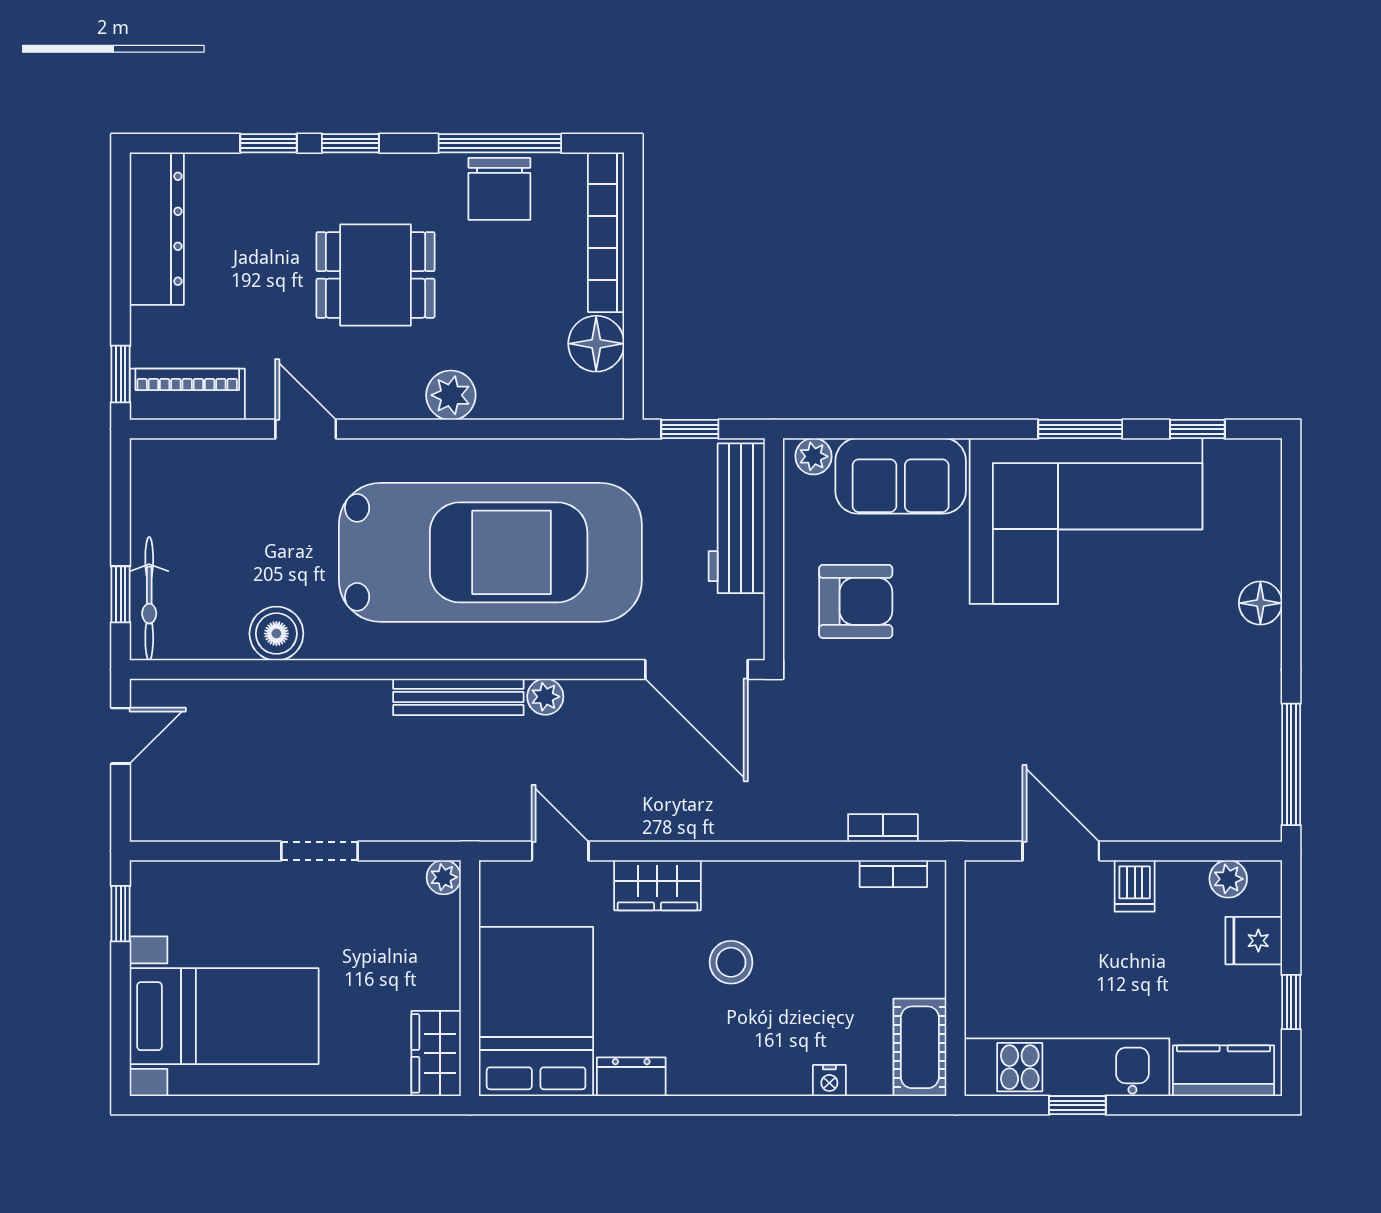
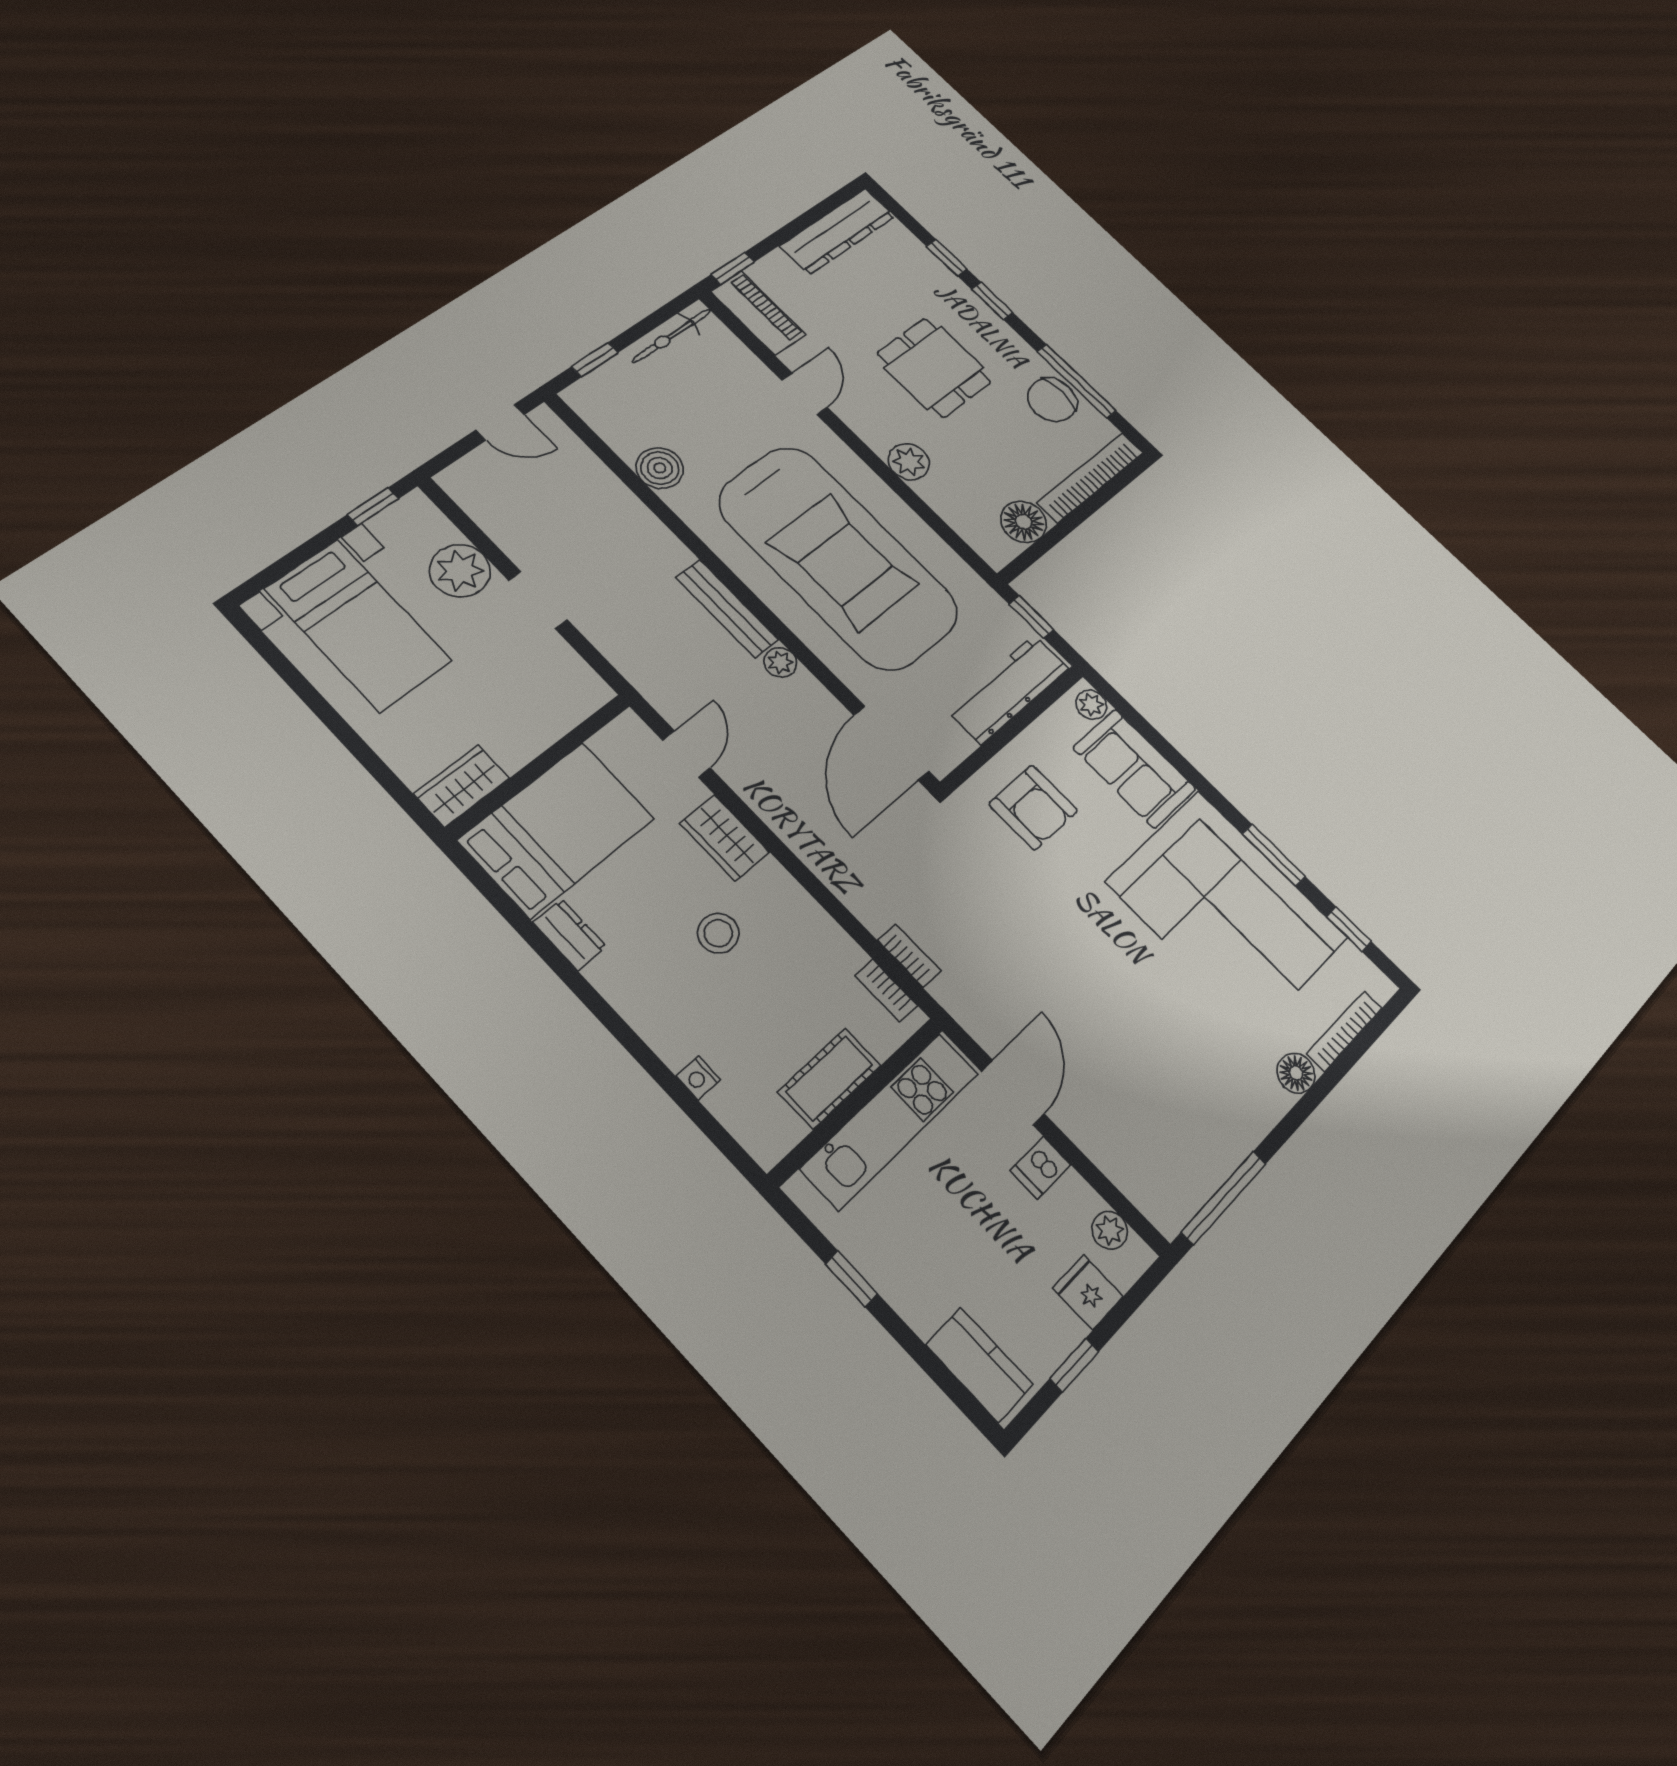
bookcase: (1269, 525) -> (1345, 1031), added
bicycle: (149, 599) -> (672, 336), moved
plant: (444, 877) -> (460, 571), moved, width x1.88, depth x1.88
cot: (920, 1047) -> (829, 1078), moved
kitchen unit: (1067, 1067) -> (890, 1121), moved, turned 90

